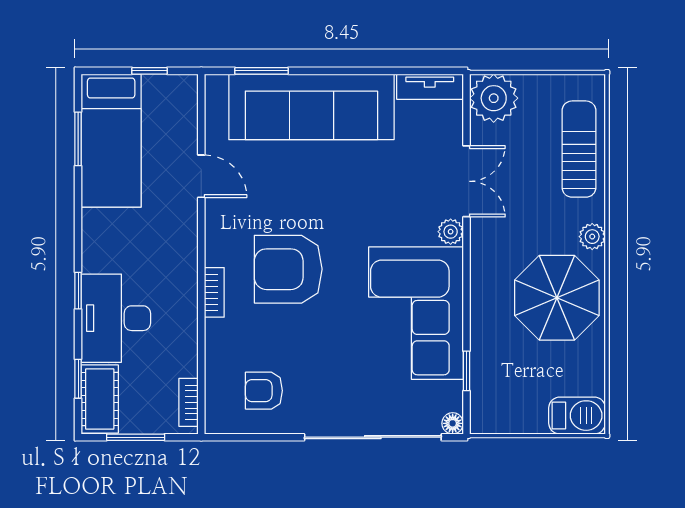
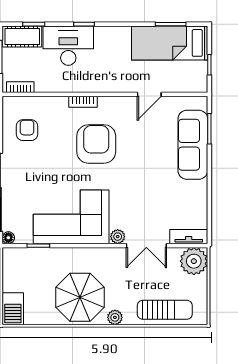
tv unit: (430, 87) -> (189, 237), moved, turned 90
sofa: (311, 107) -> (193, 145), width x0.74, depth x0.79

